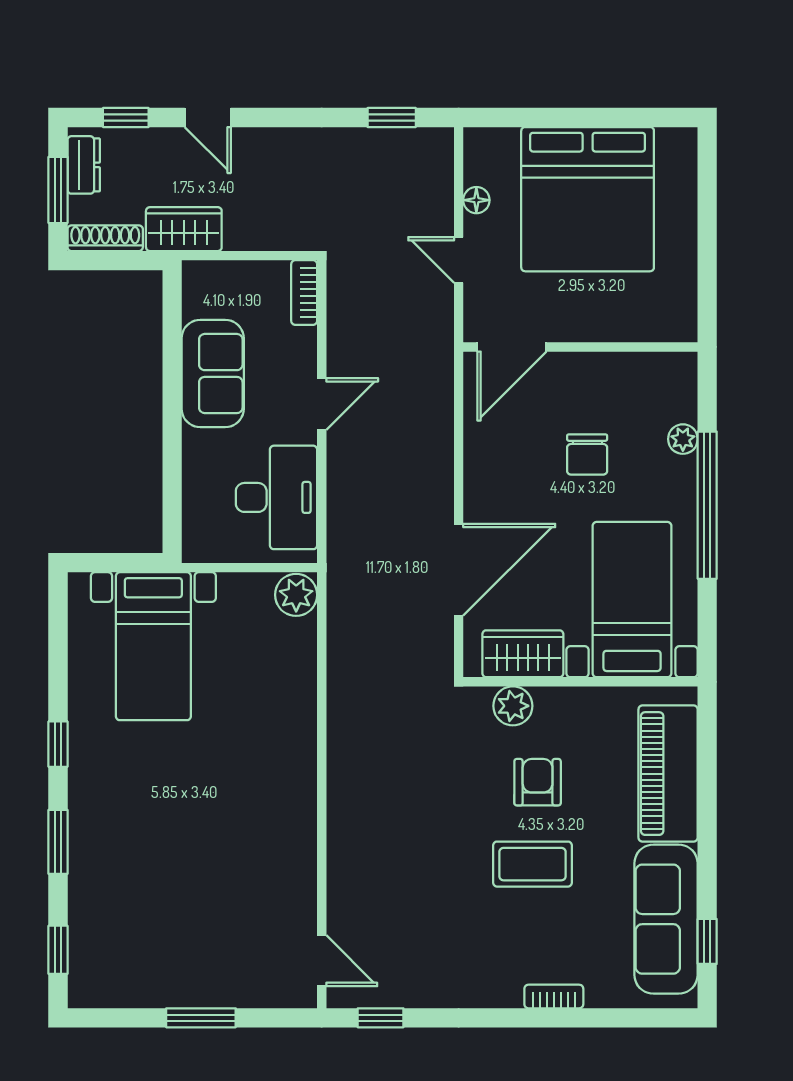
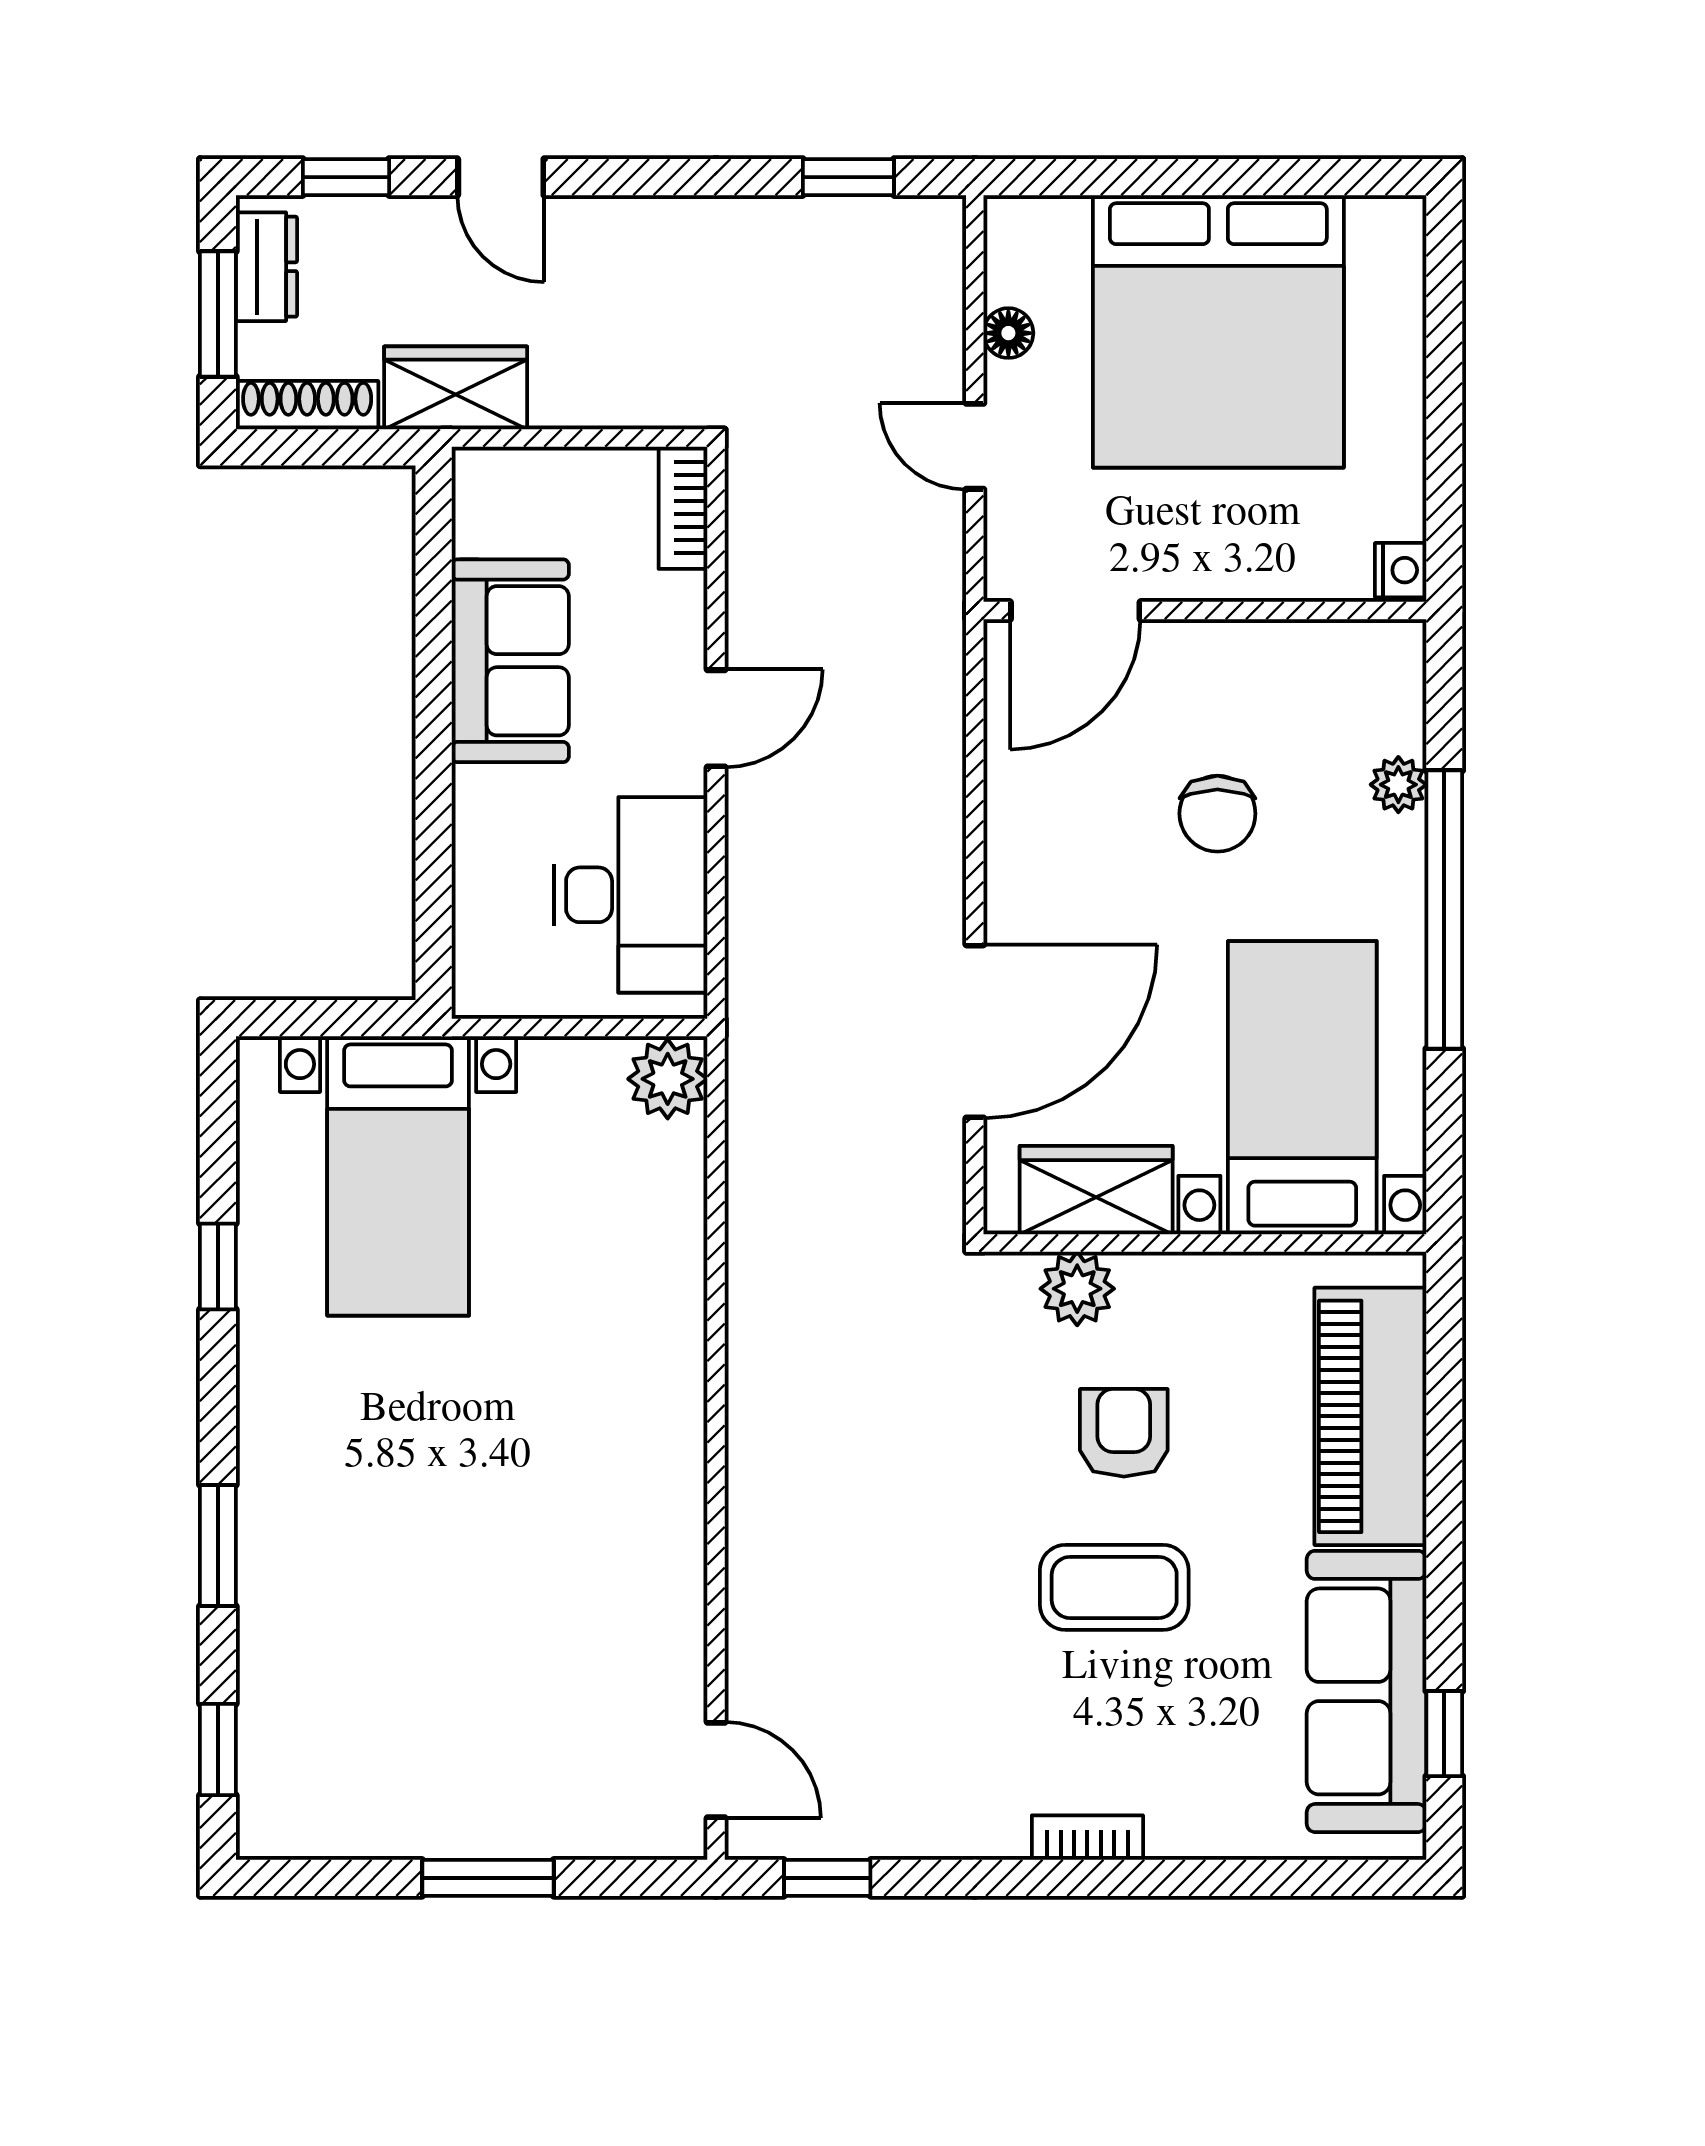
nightstand: (684, 326) -> (1401, 570), added
window: (58, 744) -> (218, 1266), moved
bookcase: (554, 996) -> (1087, 1838), moved

